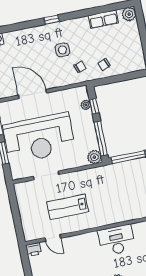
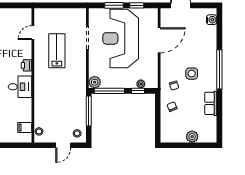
plant: (129, 14) -> (192, 137), moved
row of seats: (103, 19) -> (211, 103), moved
window: (51, 20) -> (219, 69), width x3.17
desk: (117, 240) -> (20, 87), width x0.73
printer: (34, 249) -> (26, 65), moved

